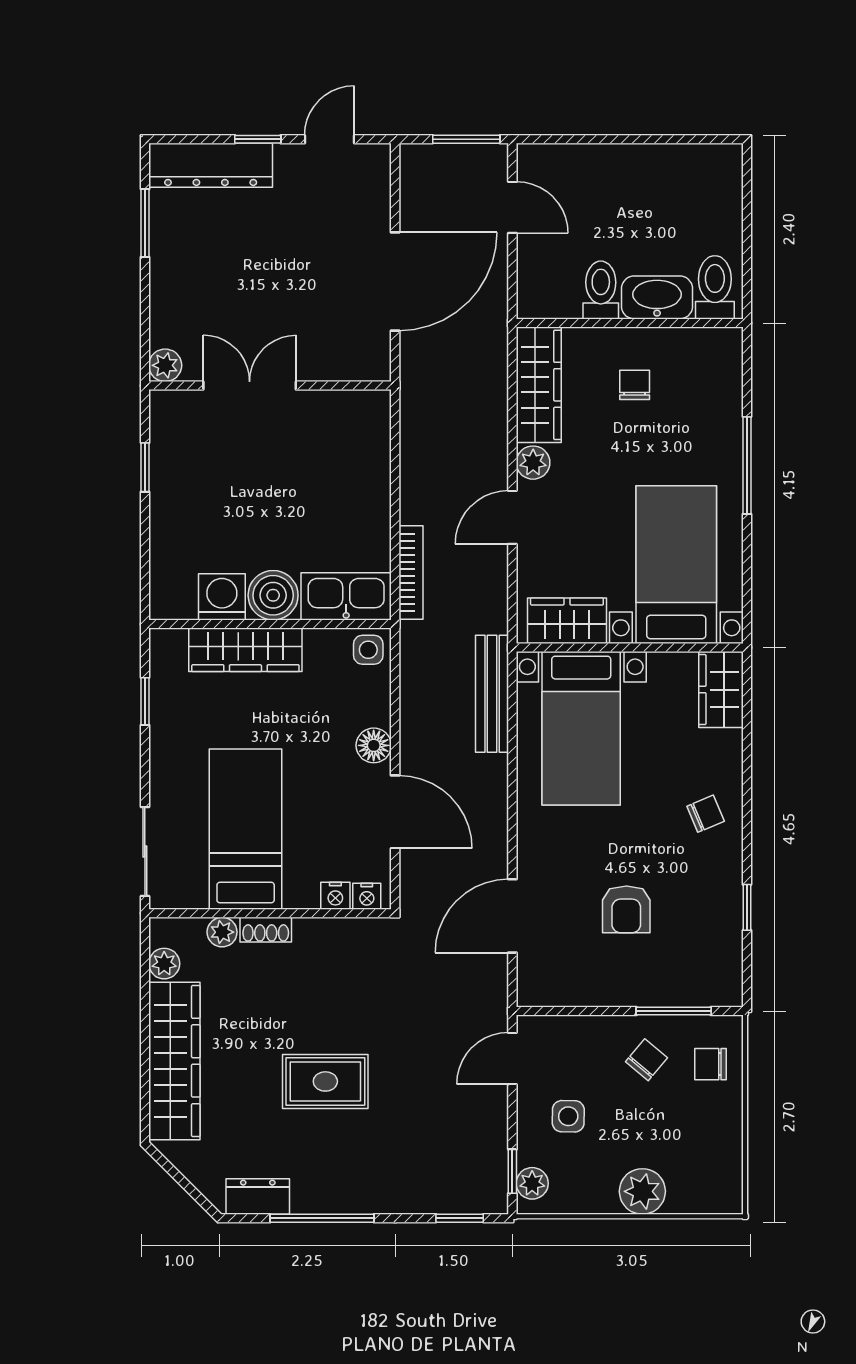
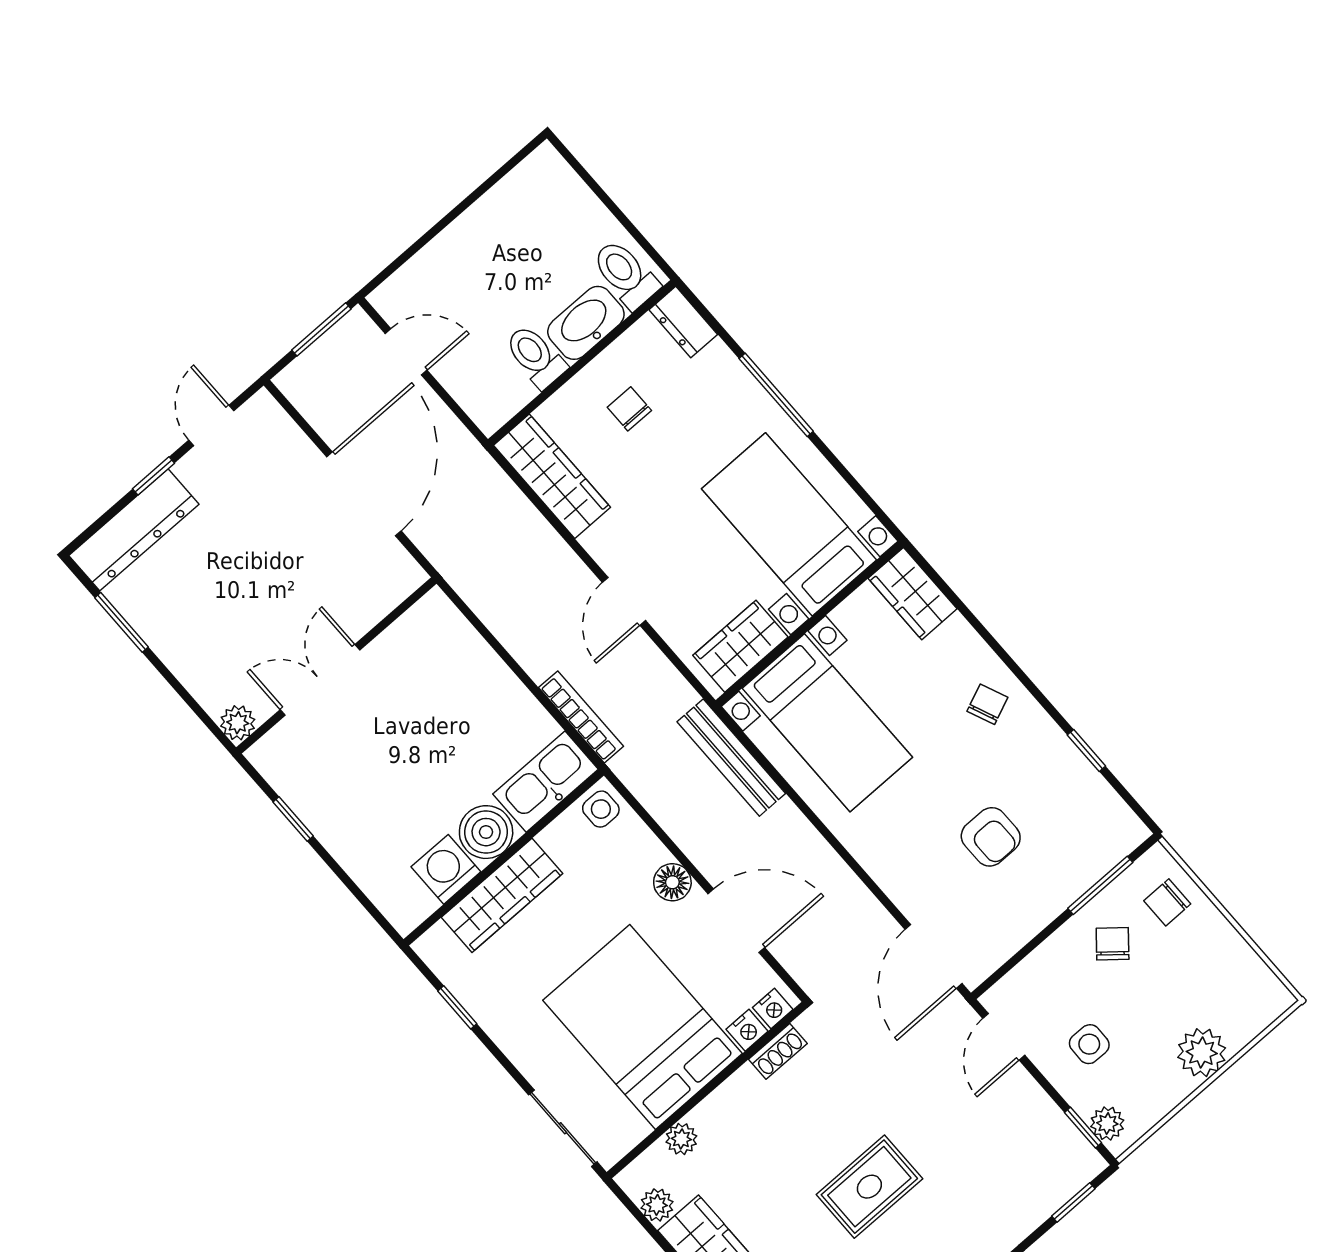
dresser: (726, 357) -> (683, 322), added
plant: (533, 463) -> (602, 543), removed
bed: (246, 829) -> (643, 1027), width x1.50
door: (512, 916) -> (934, 956), moved
shoe rack: (266, 930) -> (778, 1051), moved

